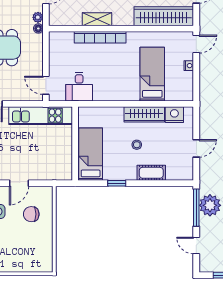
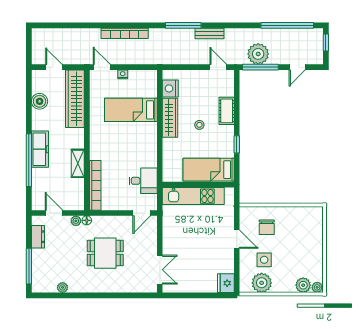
bookcase: (100, 37) -> (95, 185), moved
kitchen unit: (41, 116) -> (193, 196), moved, turned 90
door: (196, 148) -> (218, 67), moved

